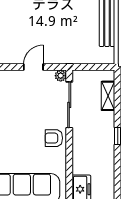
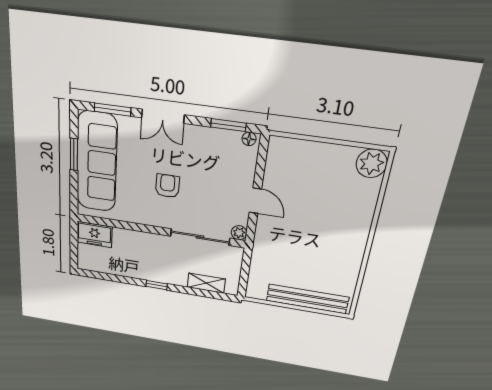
armchair: (54, 138) -> (167, 186), moved

